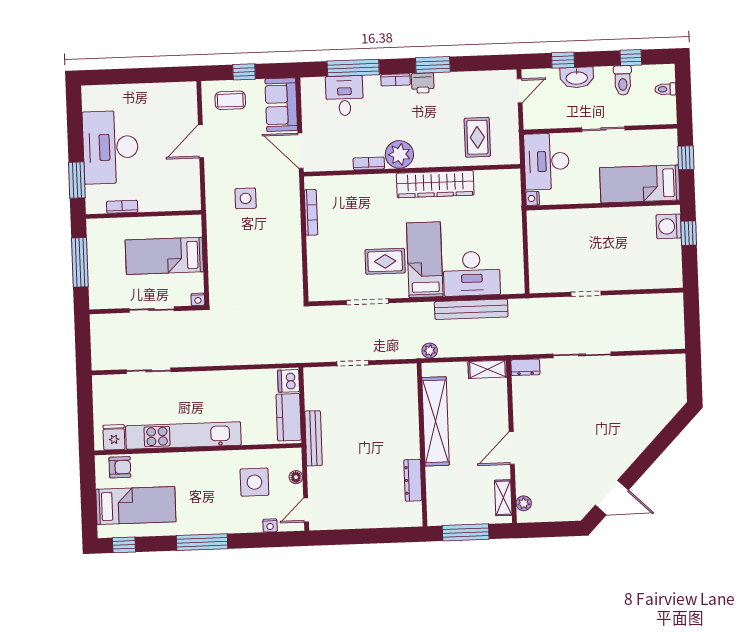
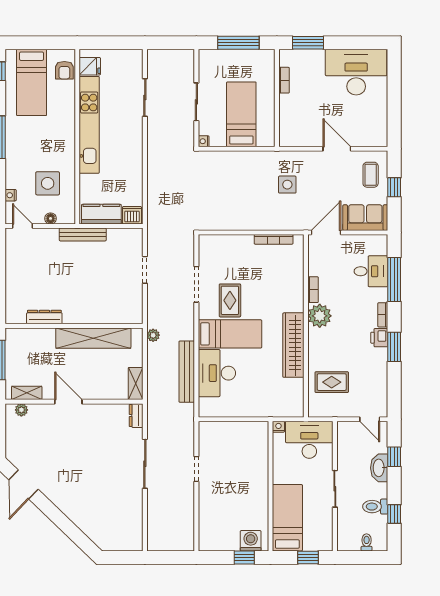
desk: (110, 147) -> (356, 72), moved

